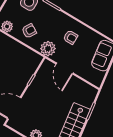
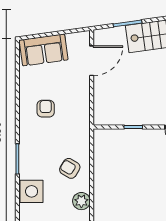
plant: (48, 49) -> (78, 129), removed
door: (65, 68) -> (92, 61), moved

